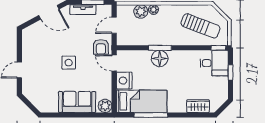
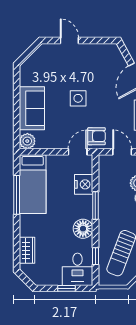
armchair: (101, 47) -> (97, 136), turned 180
window: (218, 48) -> (95, 256), moved
floor lamp: (160, 58) -> (83, 229), moved
nightstand: (124, 81) -> (84, 184), moved, turned 90

